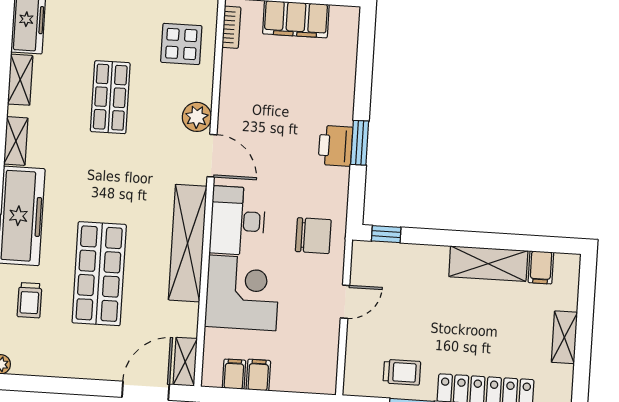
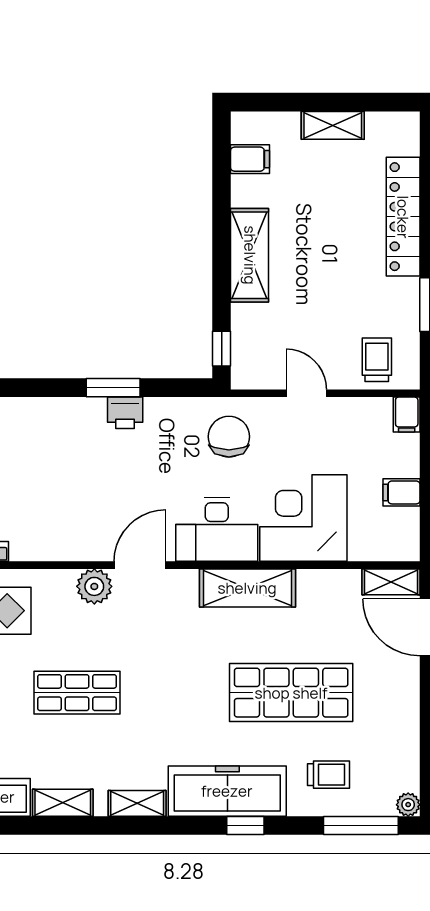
printer: (336, 146) -> (125, 413), width x0.73, depth x0.81
shelving: (188, 243) -> (247, 588), width x0.68
shelving: (488, 264) -> (250, 255), moved
trolley: (402, 372) -> (377, 360), moved
filing cabinet: (234, 374) -> (407, 414), moved, turned -90

